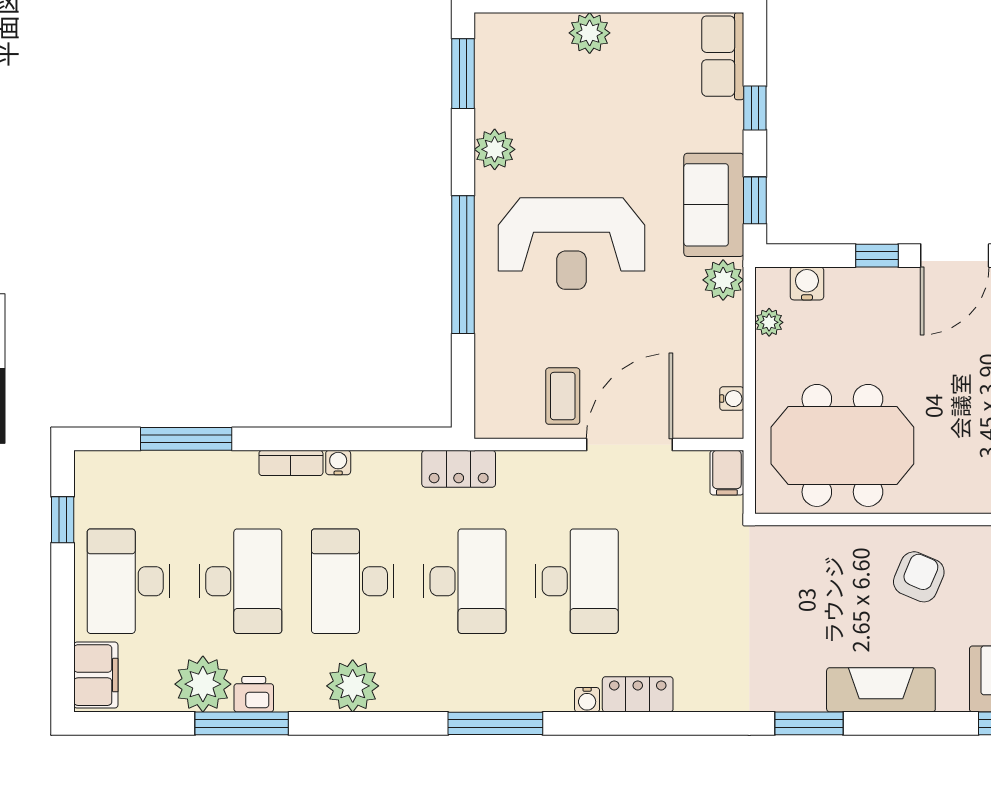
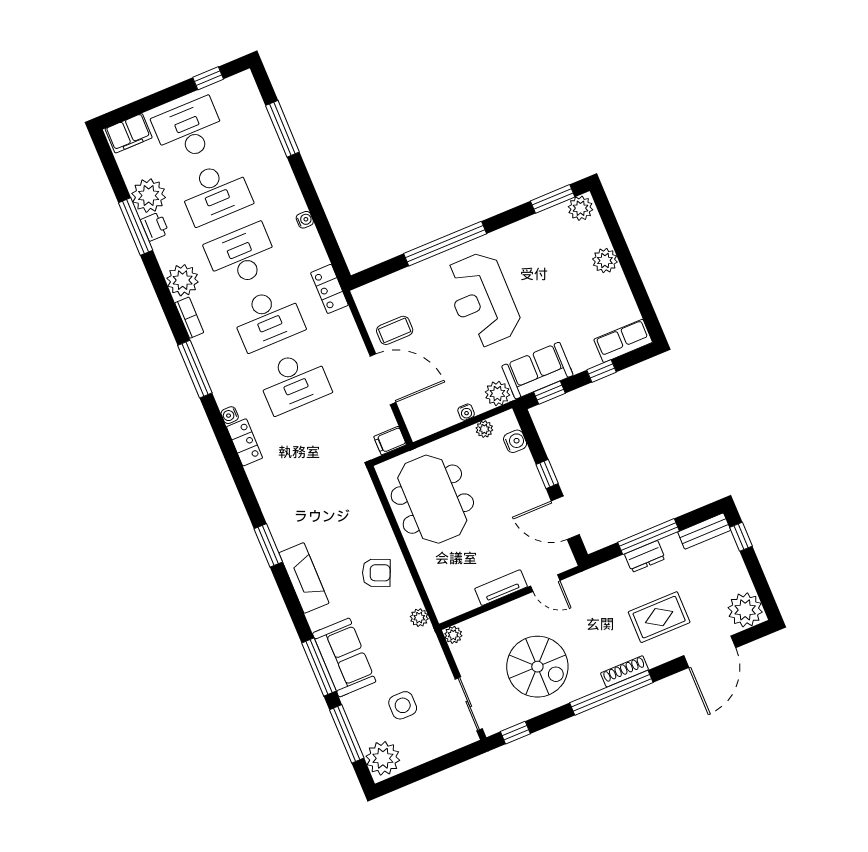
plant: (495, 149) -> (580, 208), moved
water cooler: (732, 399) -> (466, 412), moved
bookcase: (291, 463) -> (189, 318), moved, turned 180

